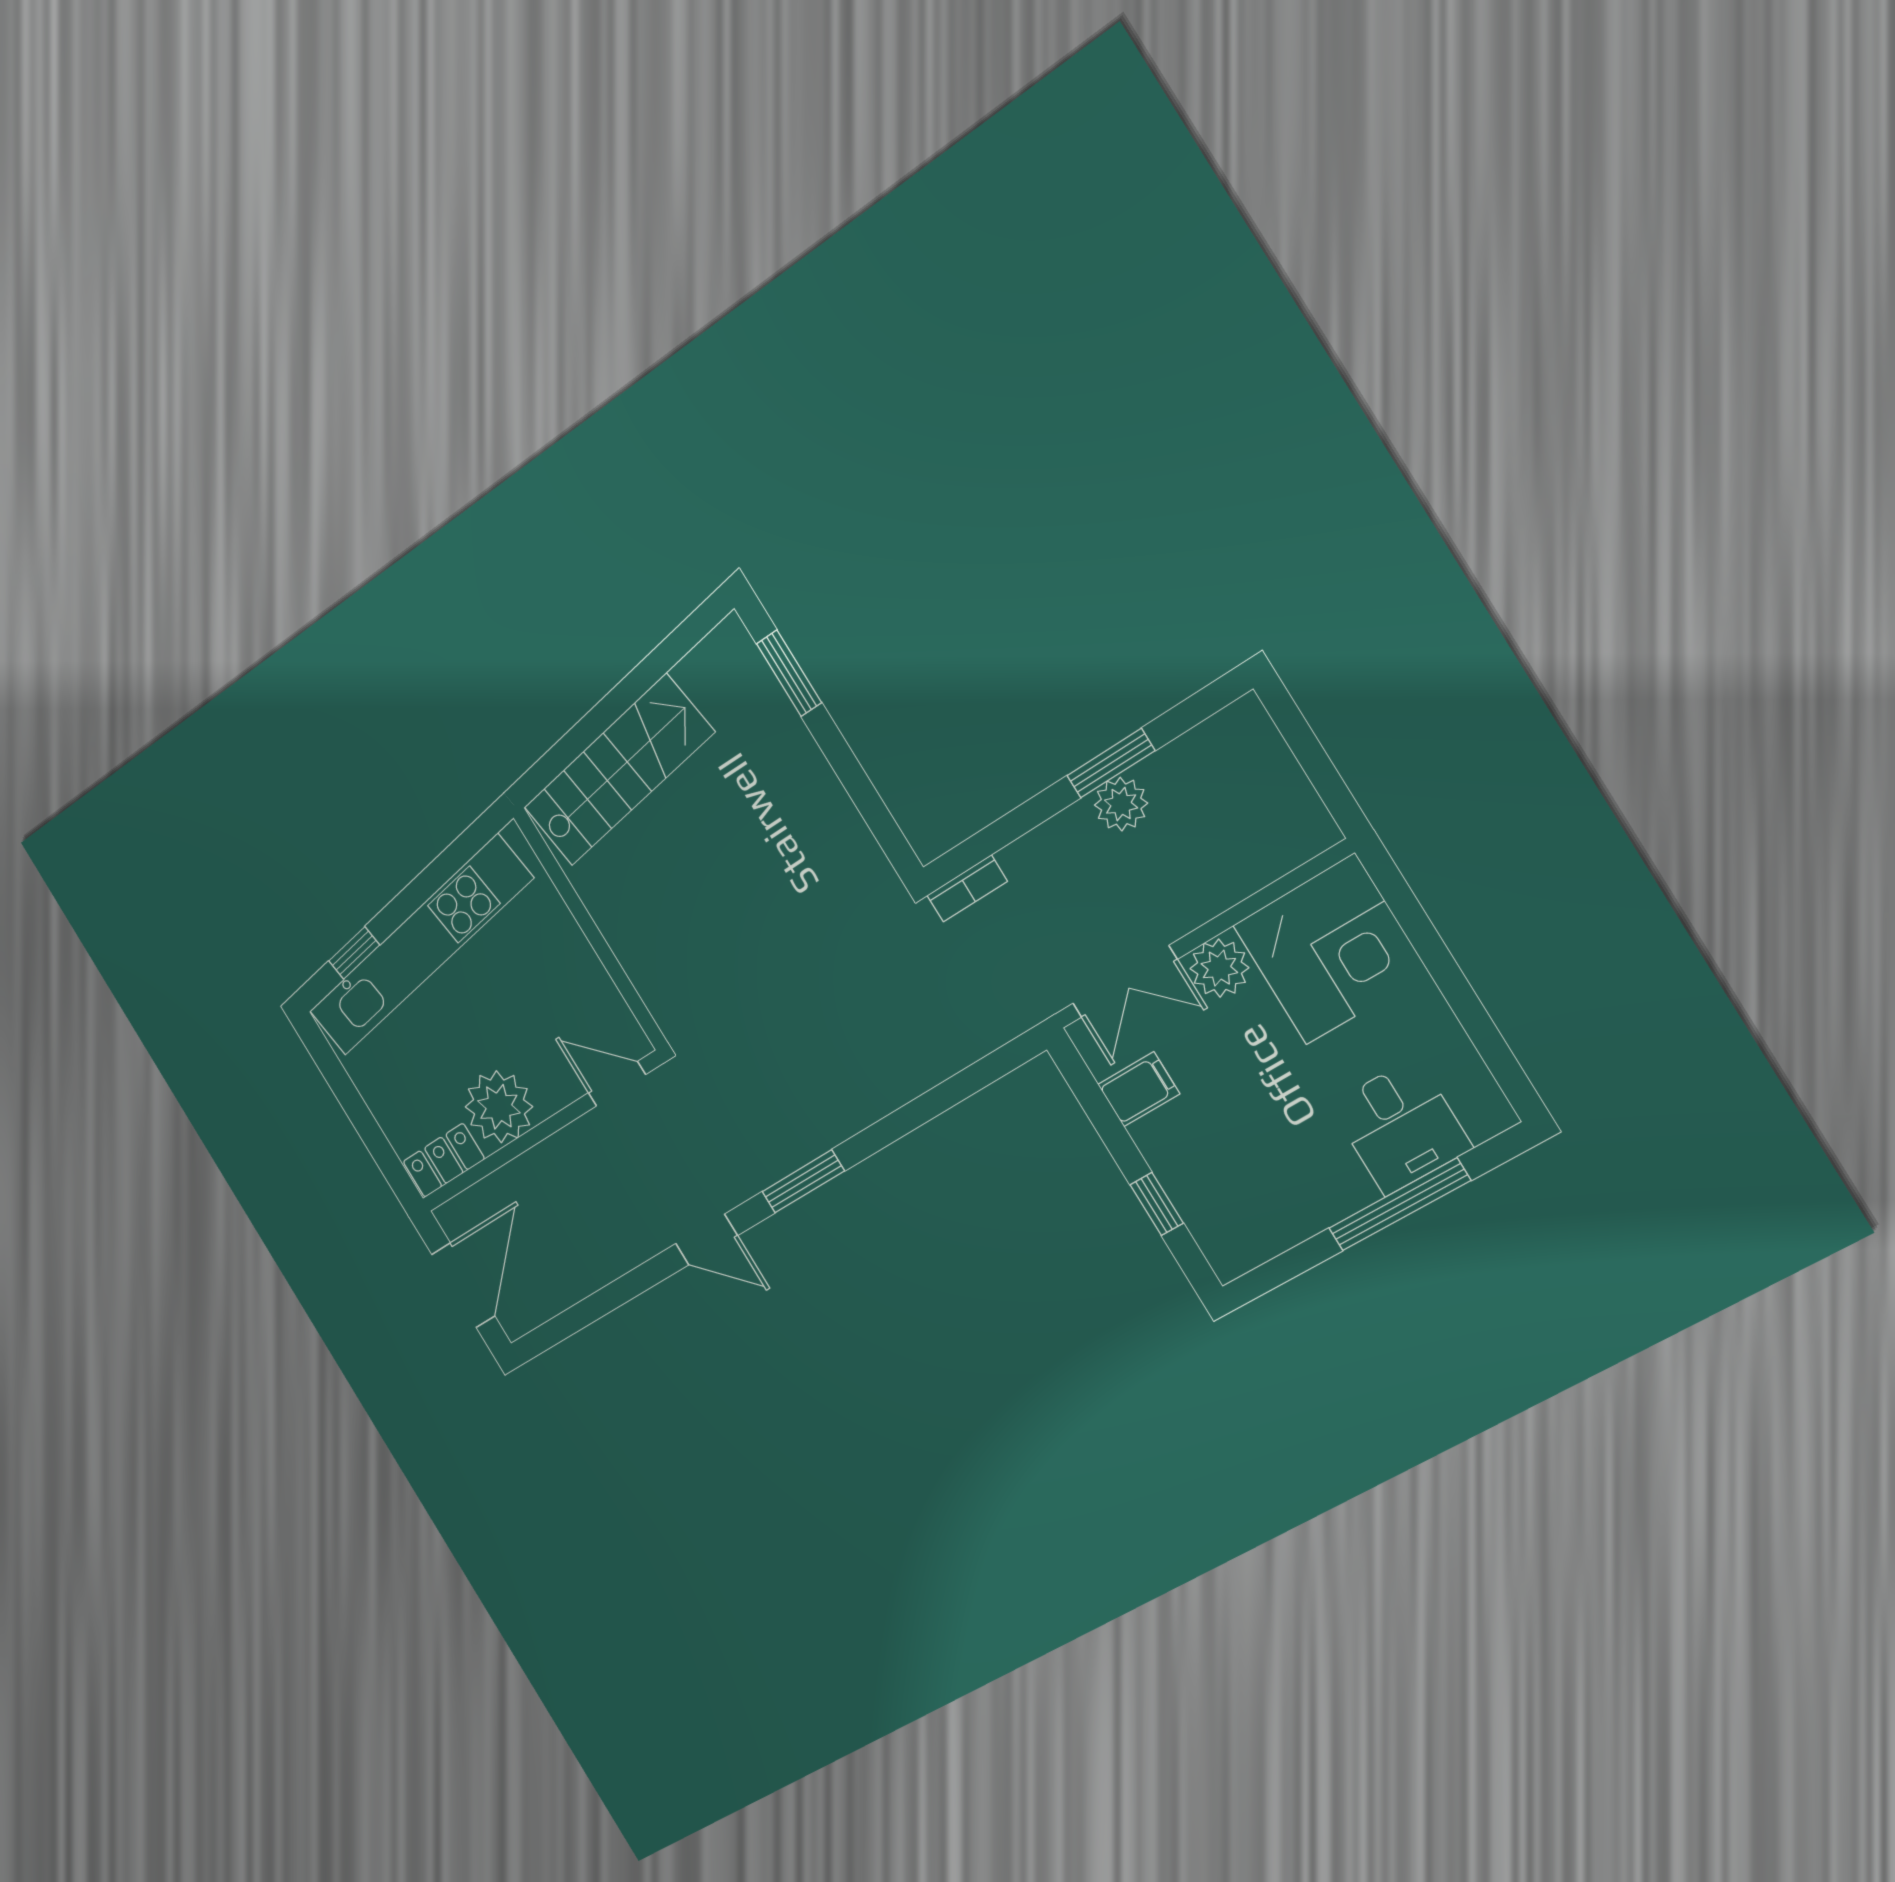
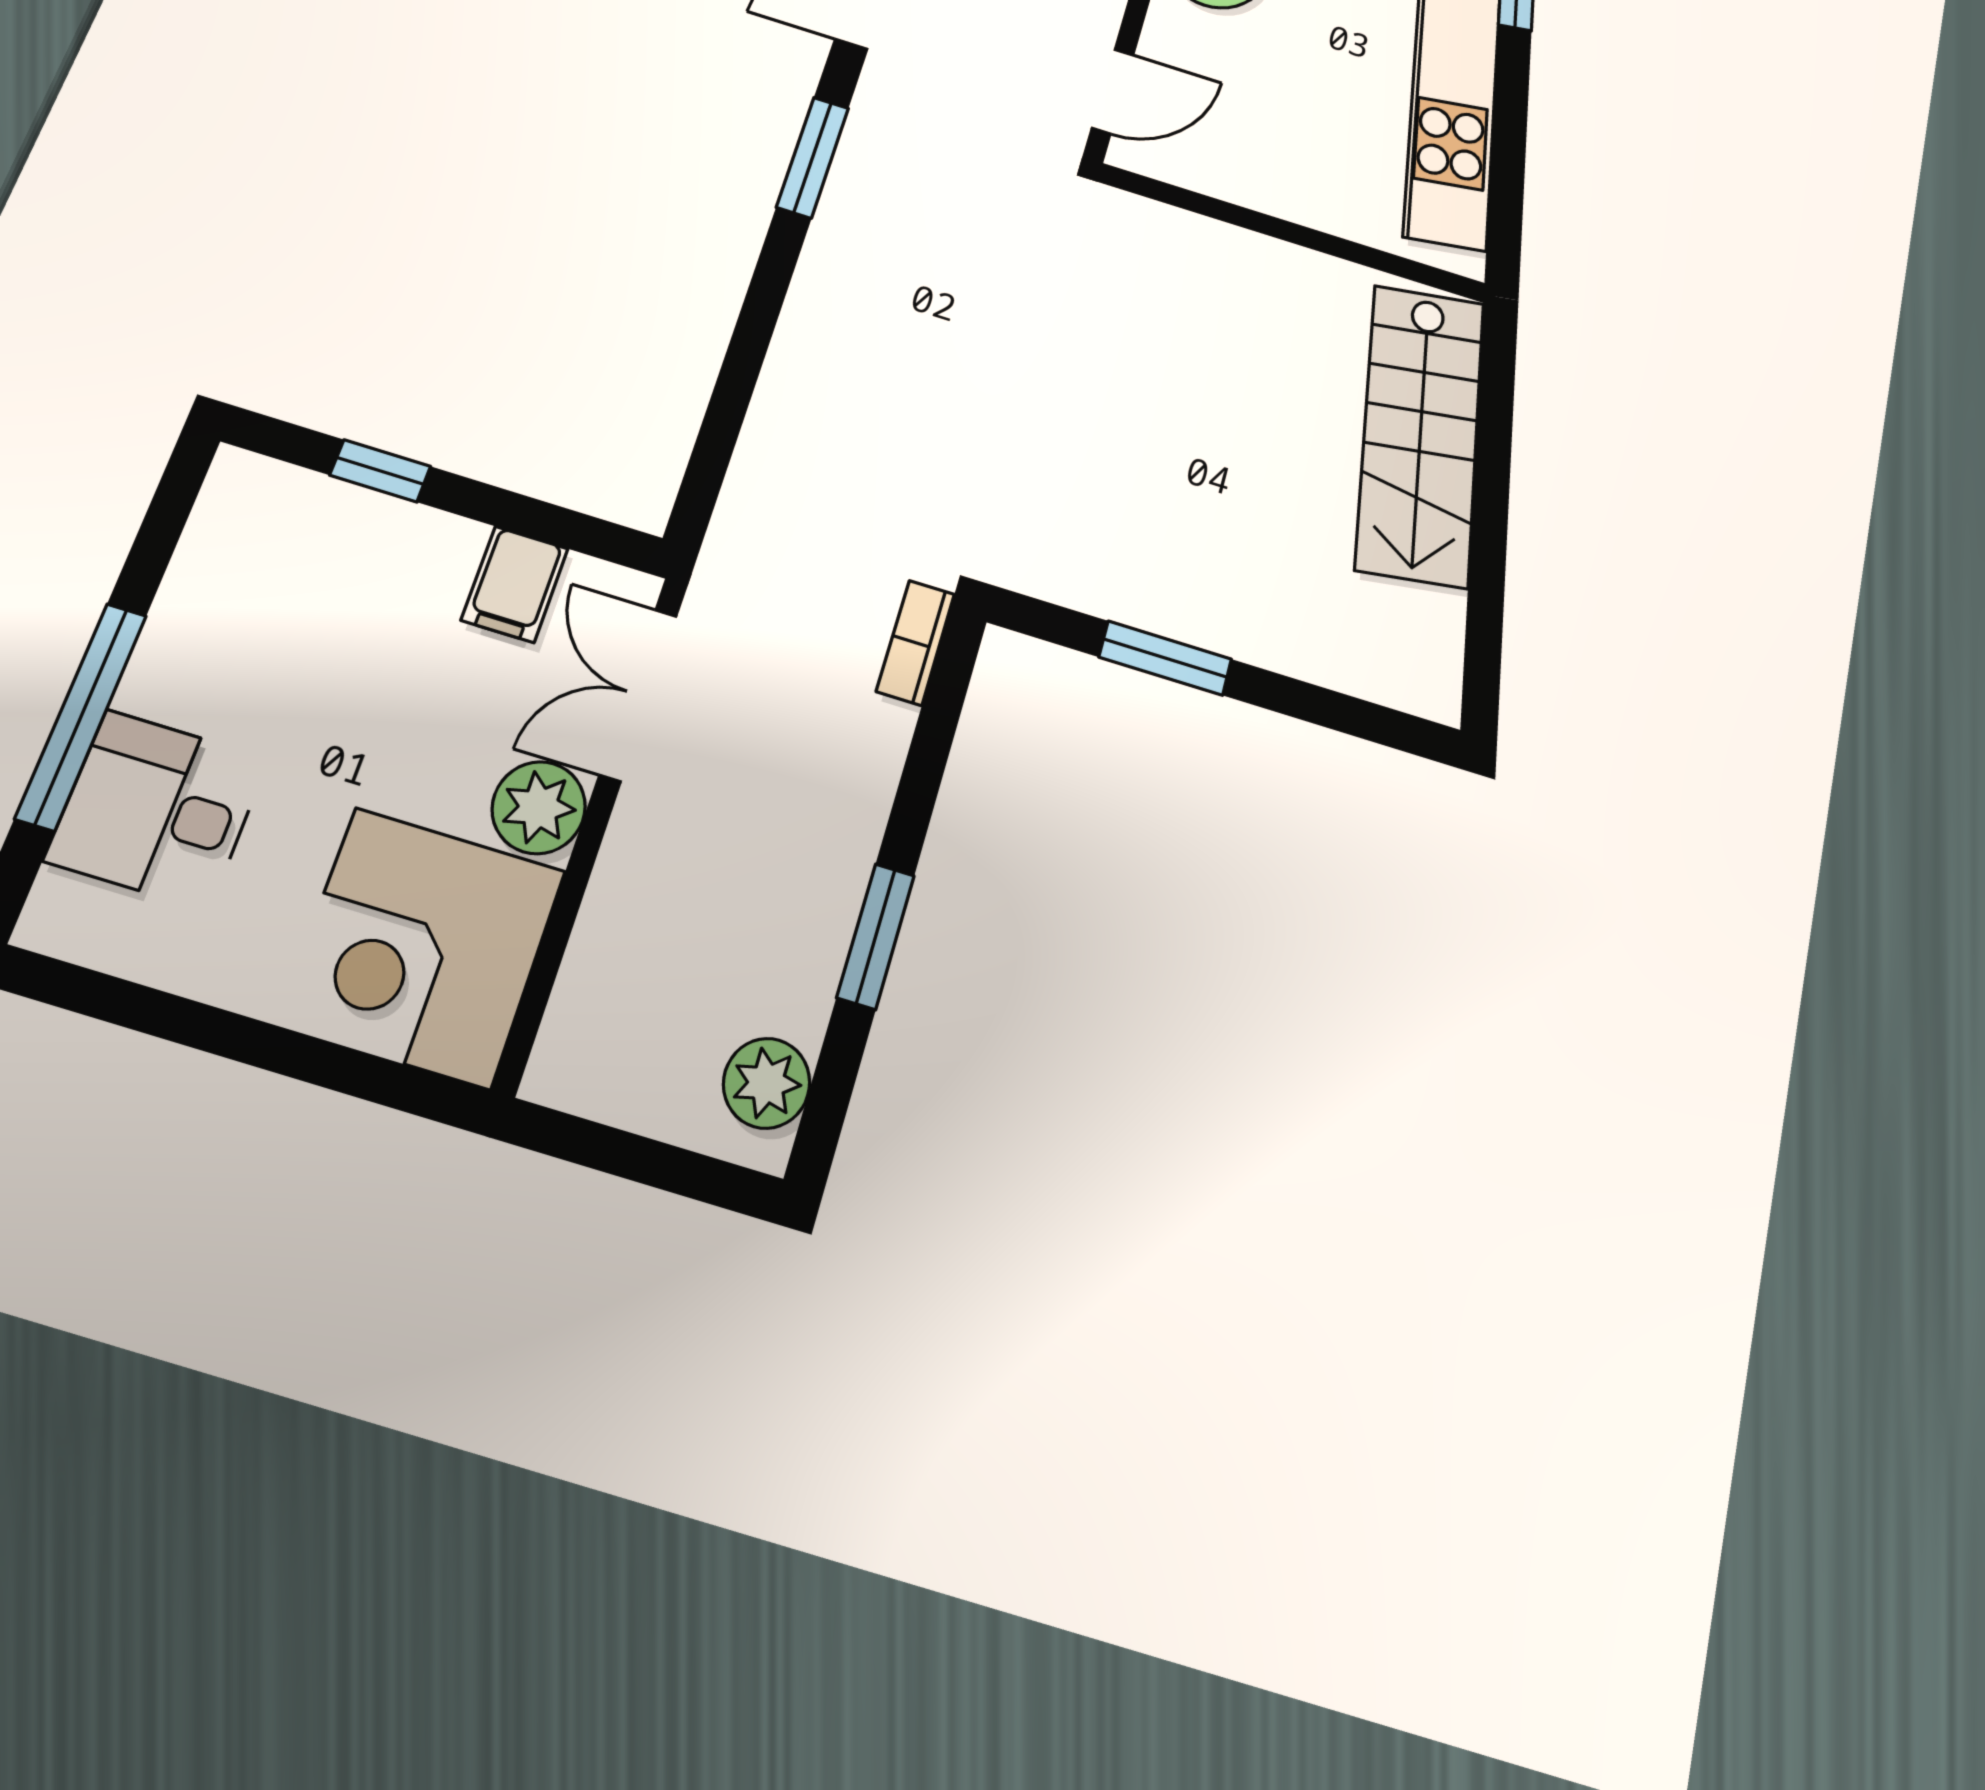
window: (789, 673) -> (1165, 658), moved
plant: (1121, 804) -> (767, 1083), moved

